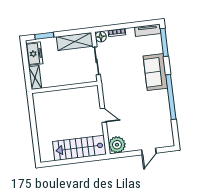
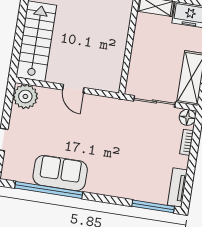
sofa: (155, 72) -> (60, 173), moved
window: (171, 97) -> (49, 190), moved
door: (103, 115) -> (73, 89), hinge flipped

